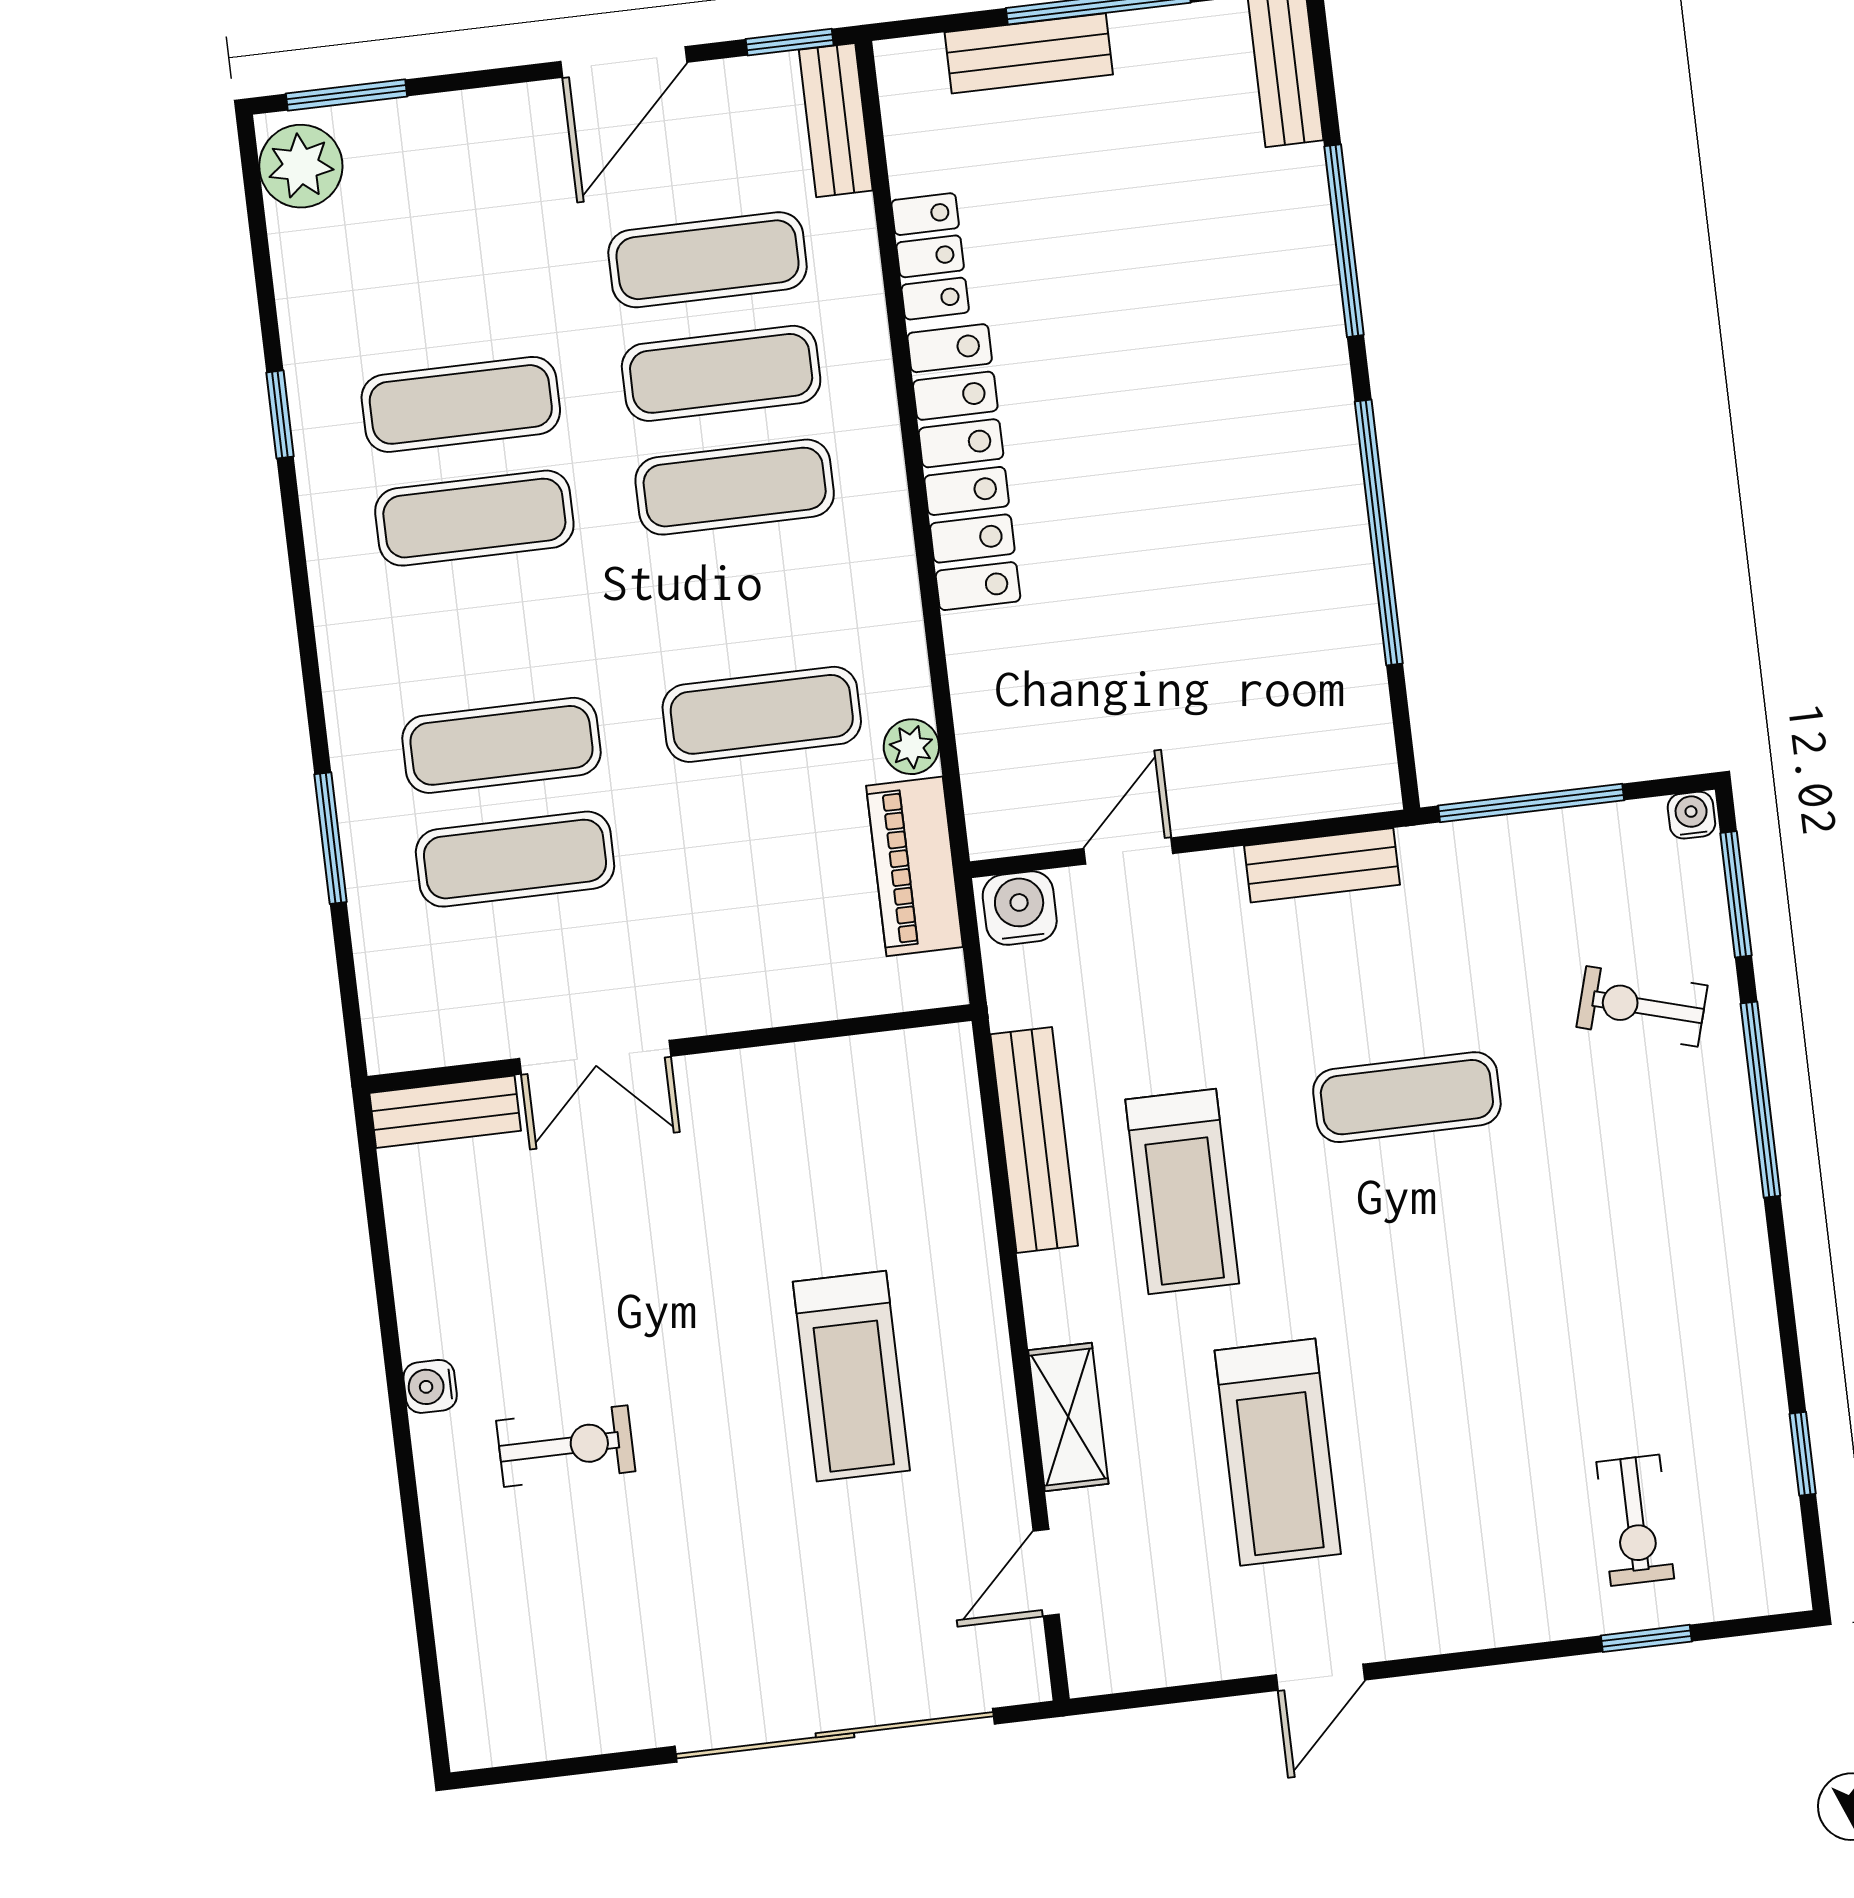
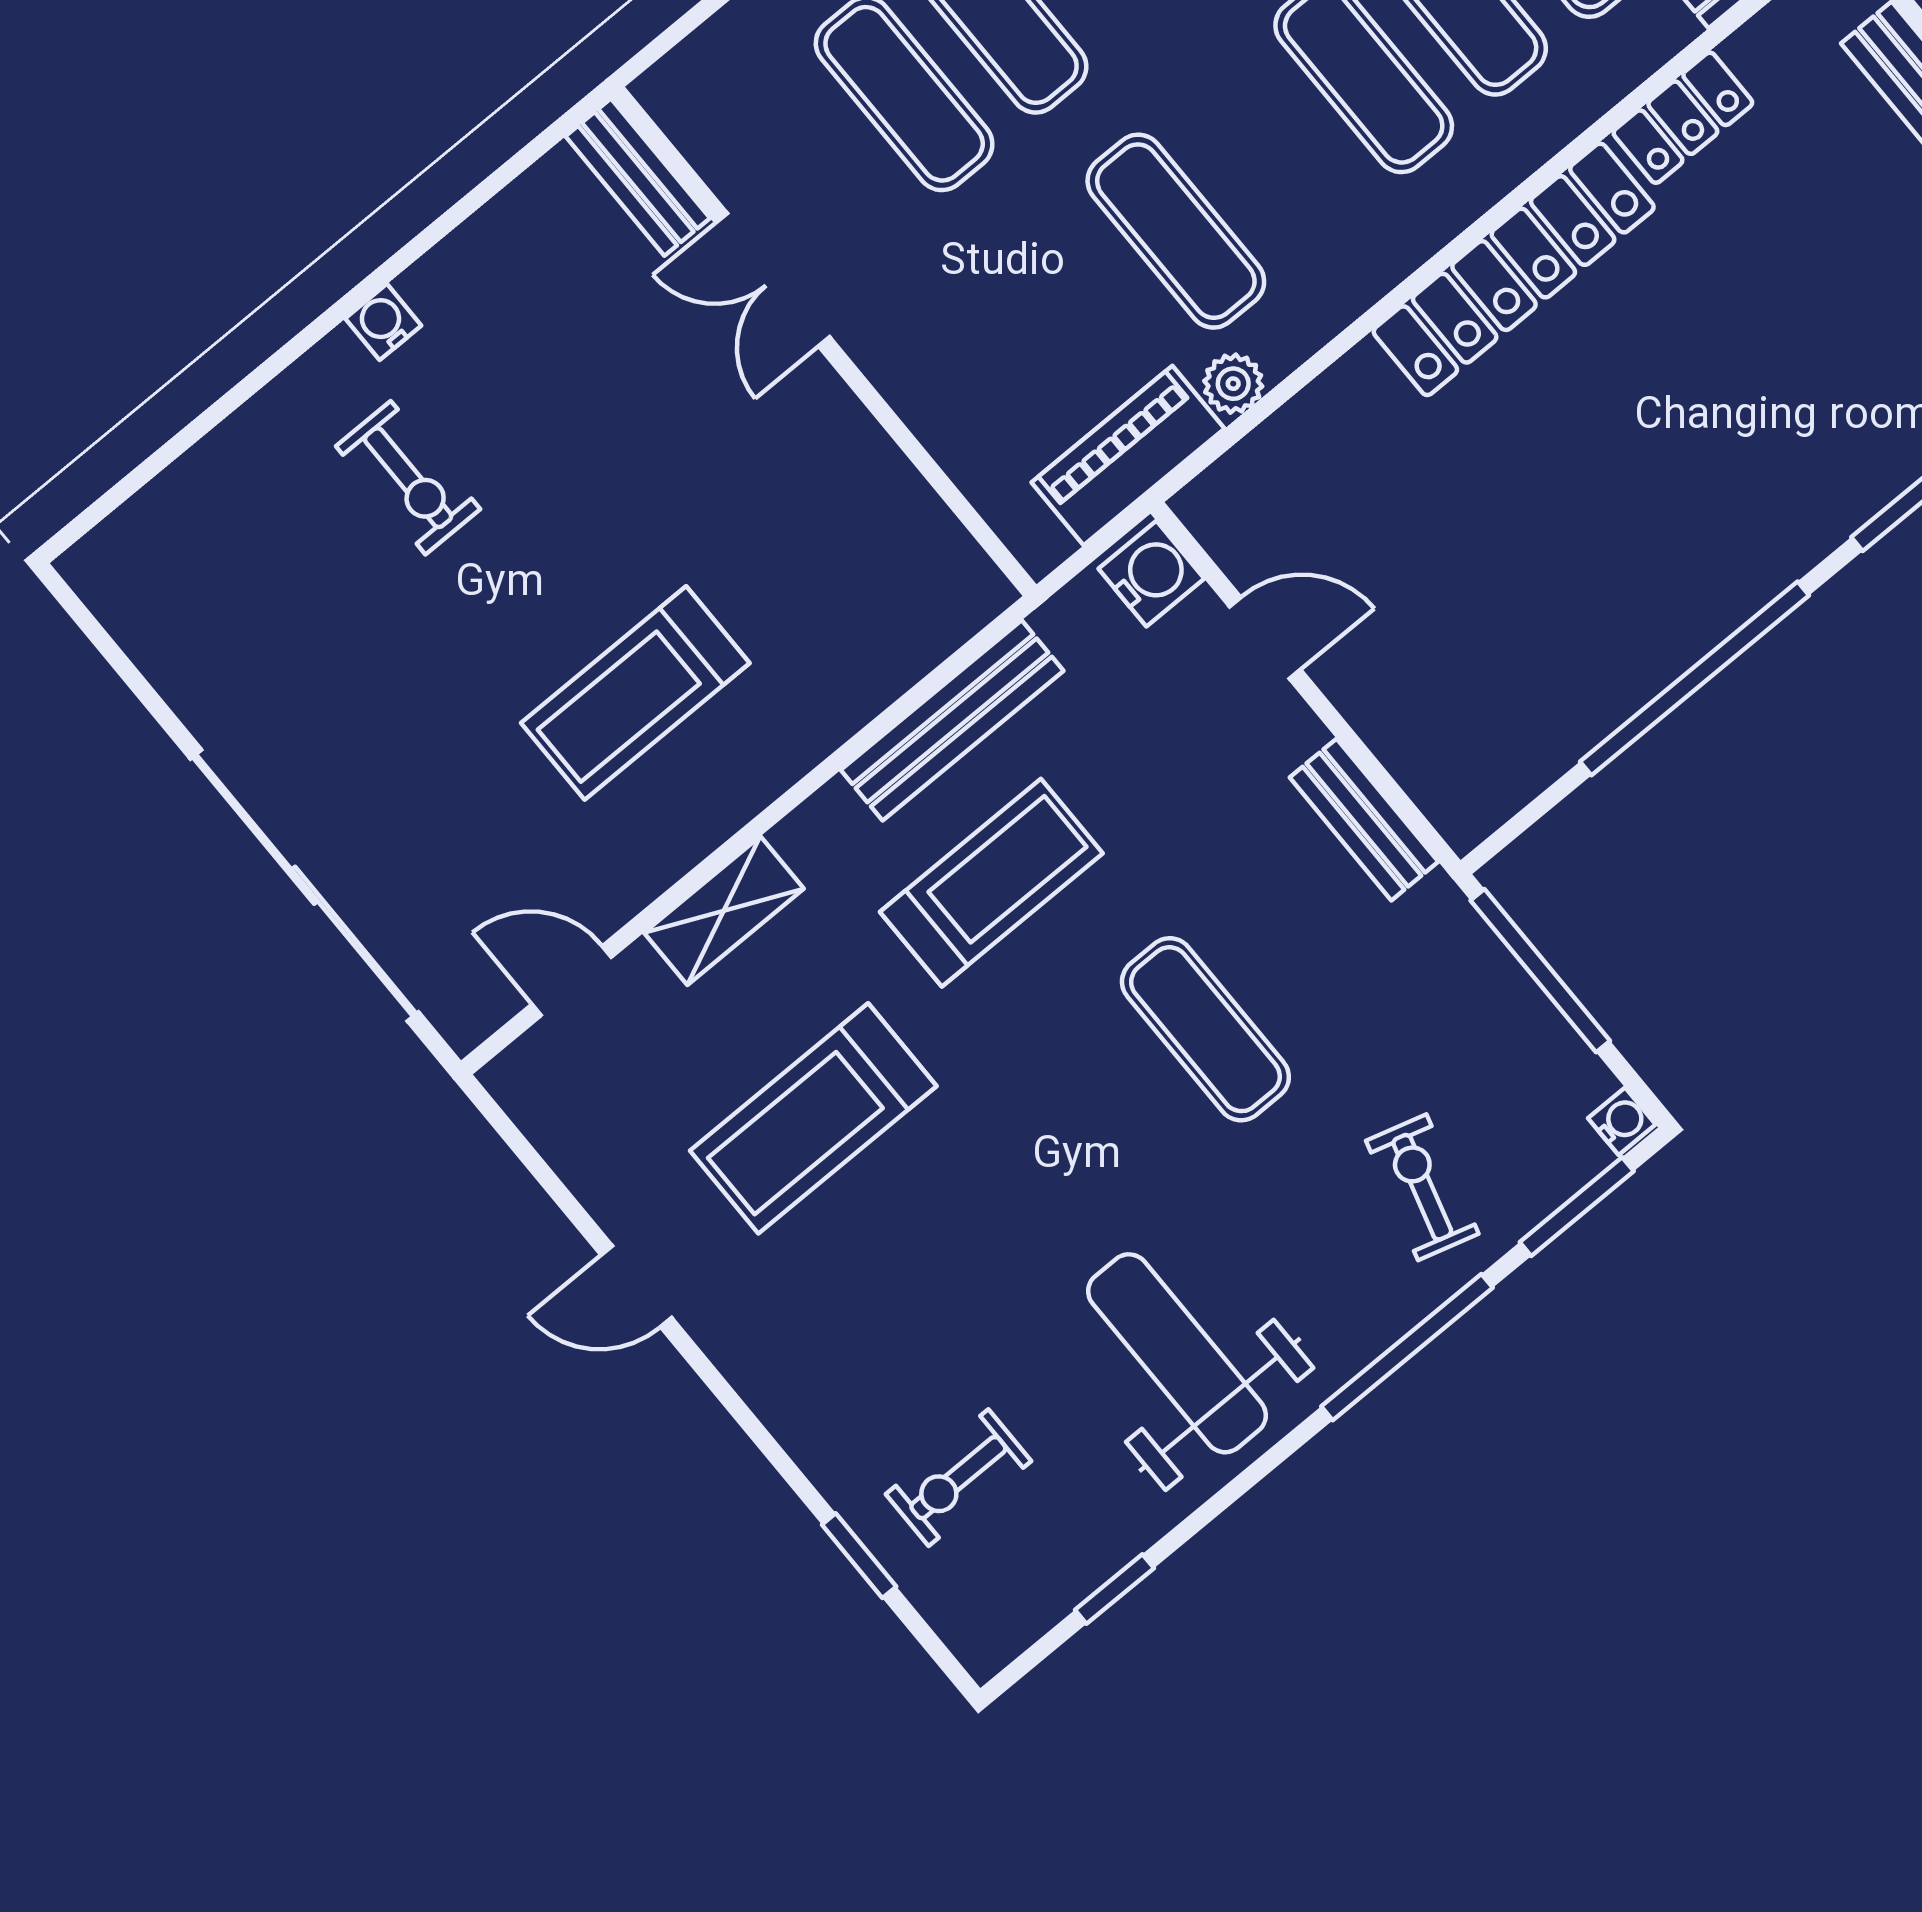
treadmill: (1182, 1192) -> (991, 883), turned 180
weight bench: (1648, 1284) -> (1177, 1353), added

